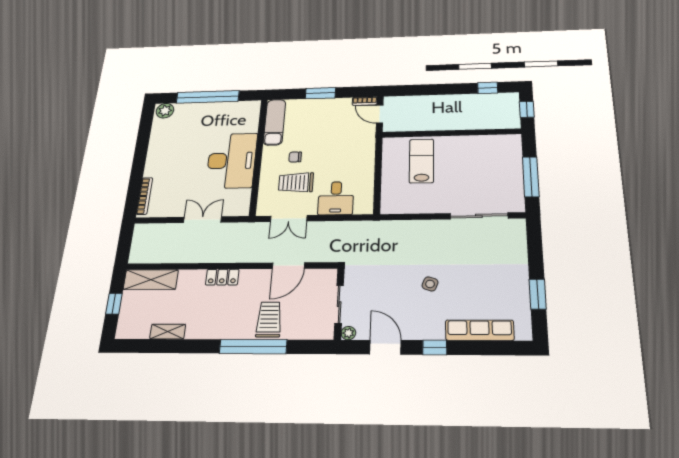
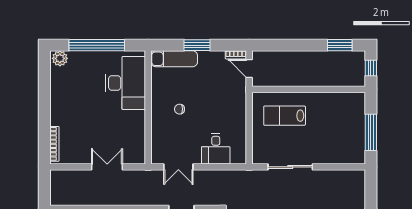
window: (488, 88) -> (340, 45), width x1.50
exam couch: (275, 122) -> (174, 59), moved, turned 90
desk: (232, 161) -> (125, 83), moved
lab bench: (422, 161) -> (285, 116), turned -90
trolley: (296, 182) -> (182, 134), removed
sliding door: (479, 216) -> (290, 167), moved

